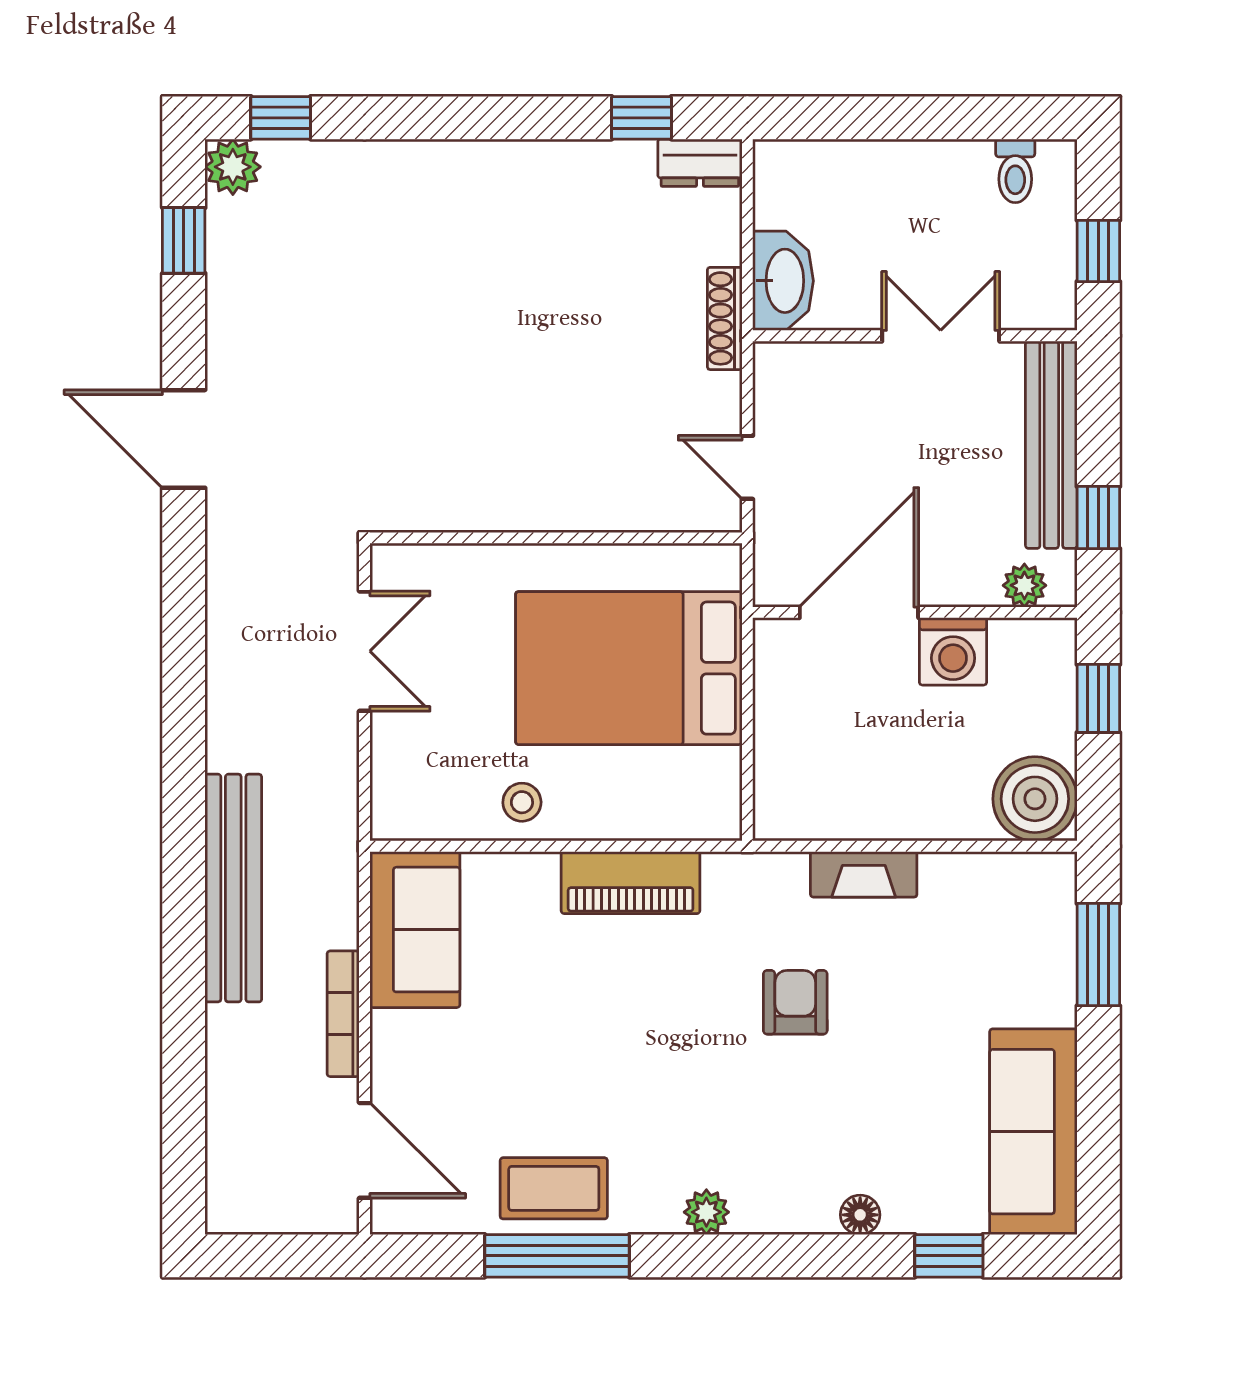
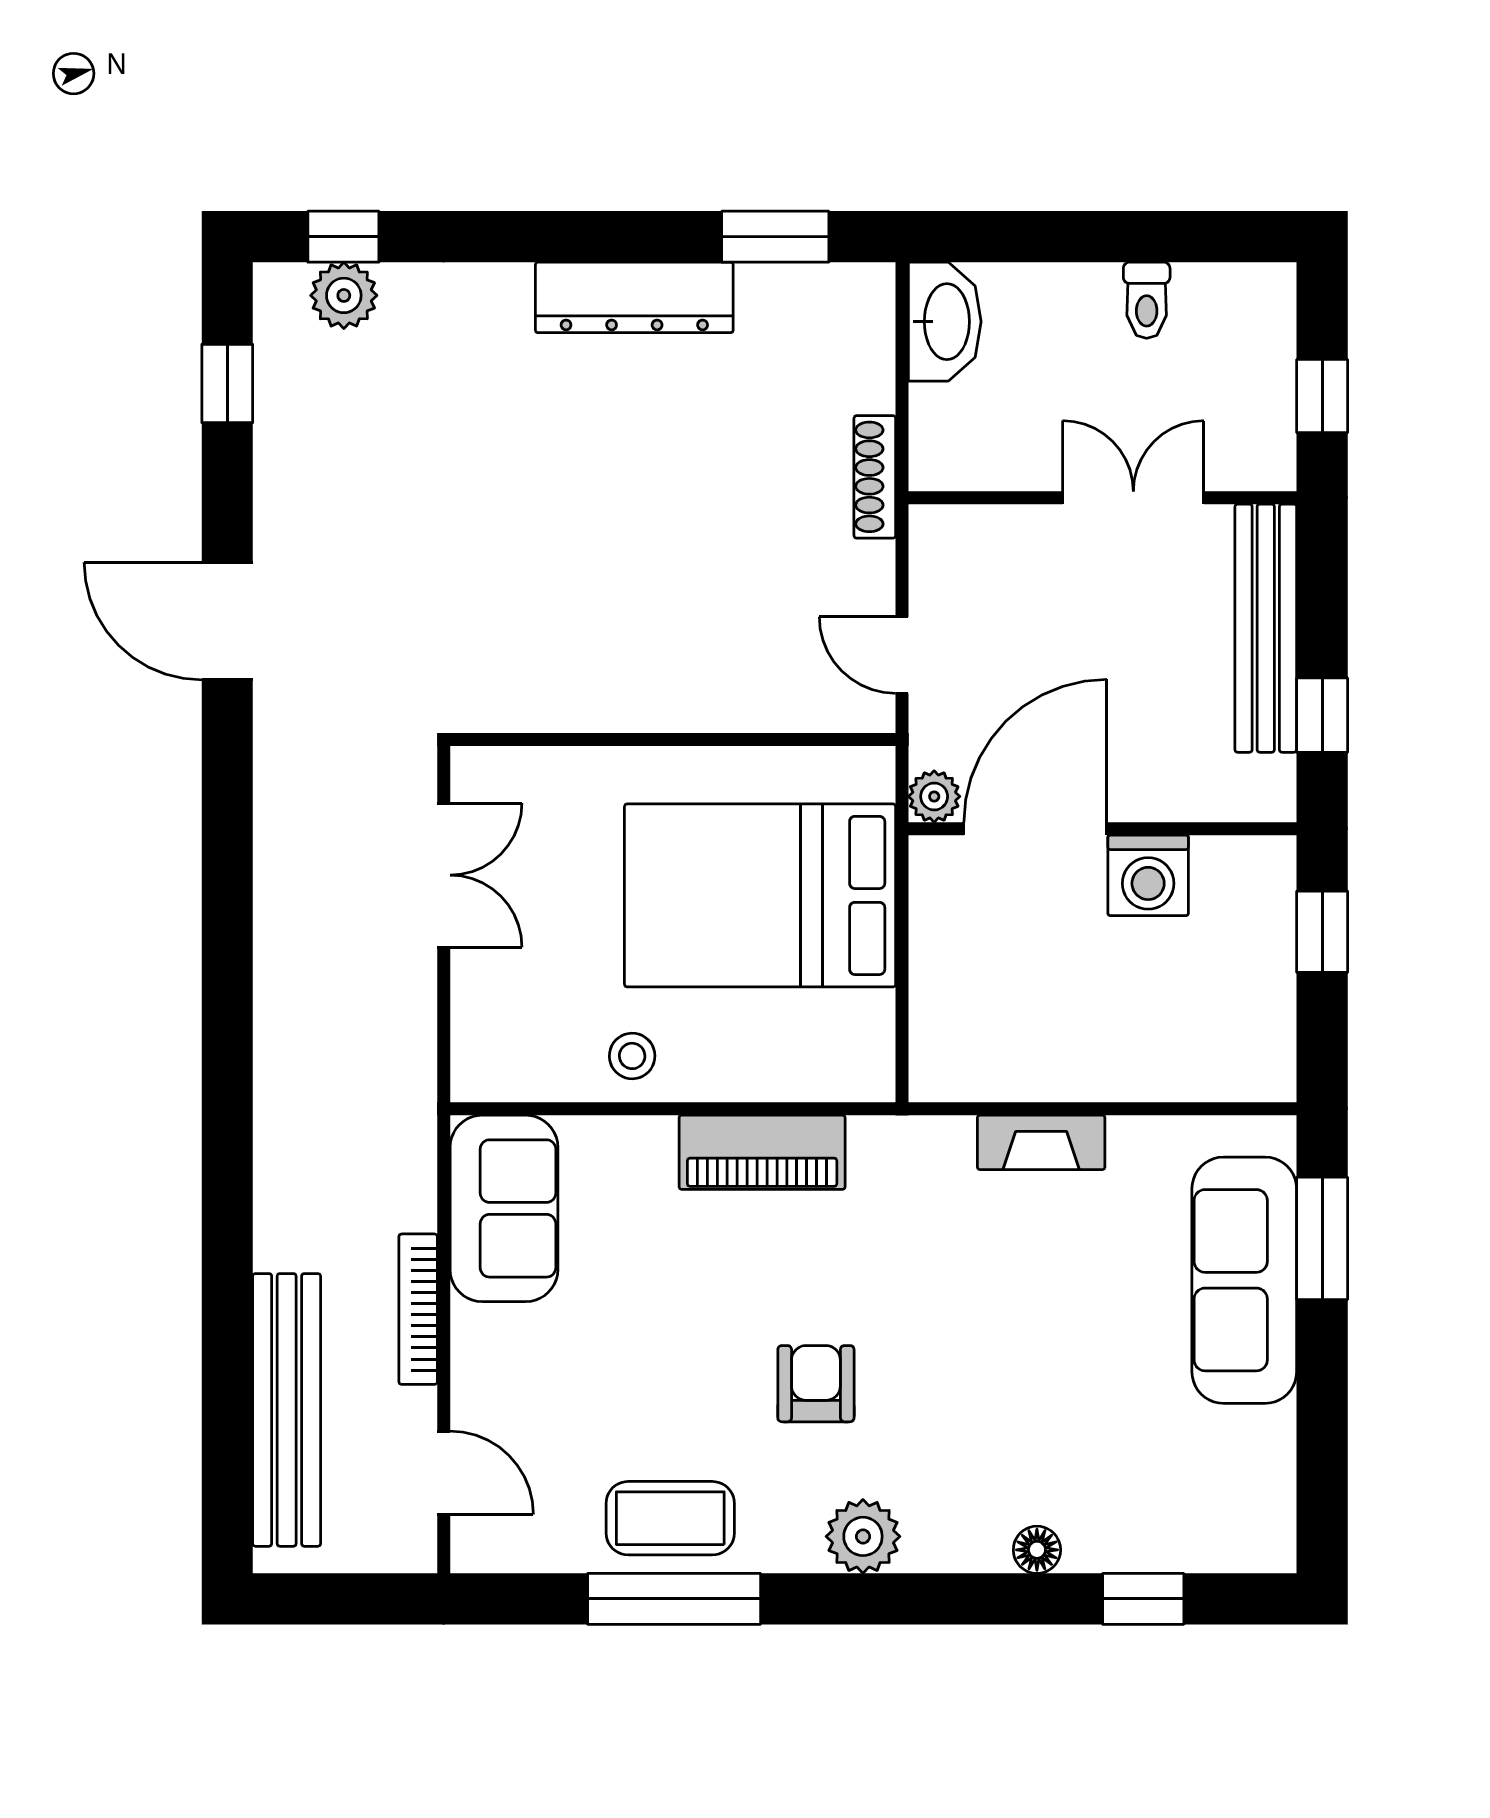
window: (642, 118) -> (775, 237), width x1.50
dresser: (700, 163) -> (634, 297), moved, width x1.96, depth x1.24
plant: (233, 167) -> (344, 295), moved
toilet: (1015, 171) -> (1147, 300), moved
washbasin: (783, 281) -> (945, 322), moved
plant: (1024, 585) -> (934, 796), moved
boiler: (1035, 799) -> (1246, 1052), removed
bench: (233, 888) -> (287, 1410), moved
armchair: (795, 1002) -> (816, 1384), moved
sofa: (1033, 1132) -> (1244, 1280), moved
door: (365, 1150) -> (444, 1473), width x0.73
plant: (706, 1212) -> (863, 1536), width x1.38, depth x1.38

